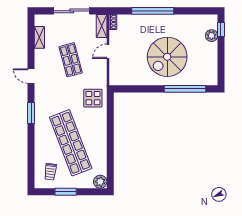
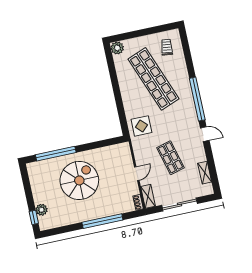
window: (31, 113) -> (197, 99), width x2.11
window: (66, 192) -> (148, 31), removed

